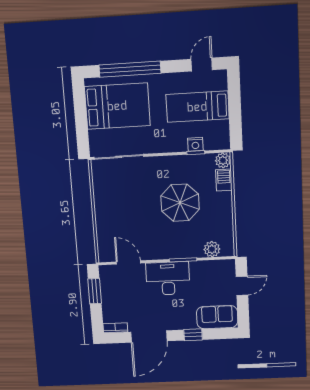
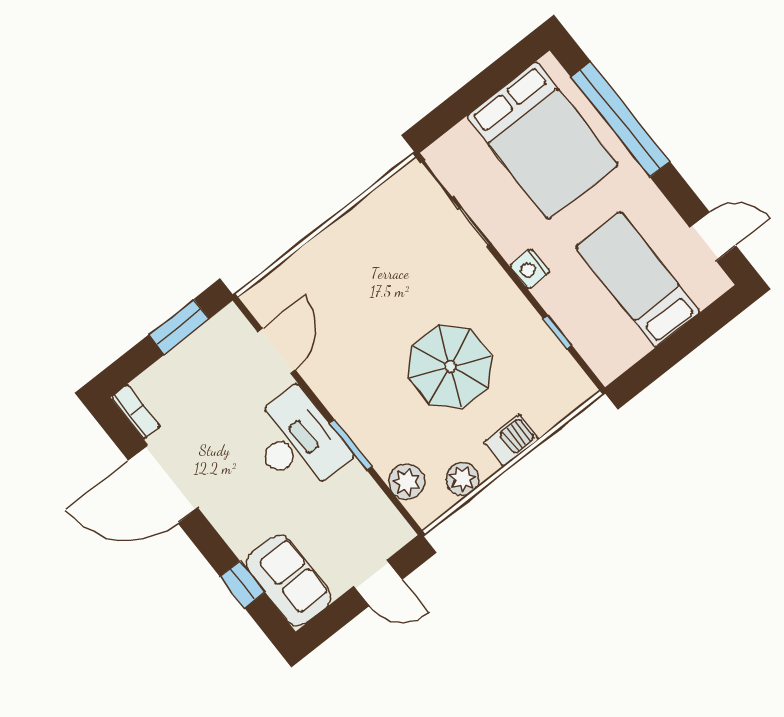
nightstand: (195, 144) -> (530, 269), moved
plant: (223, 160) -> (463, 479), moved
barbecue: (224, 180) -> (511, 440), moved
window: (193, 335) -> (242, 584), moved

